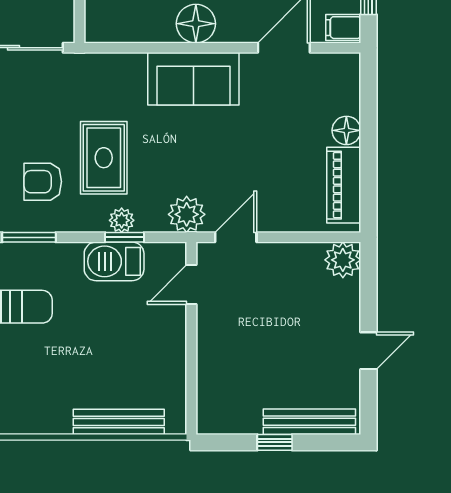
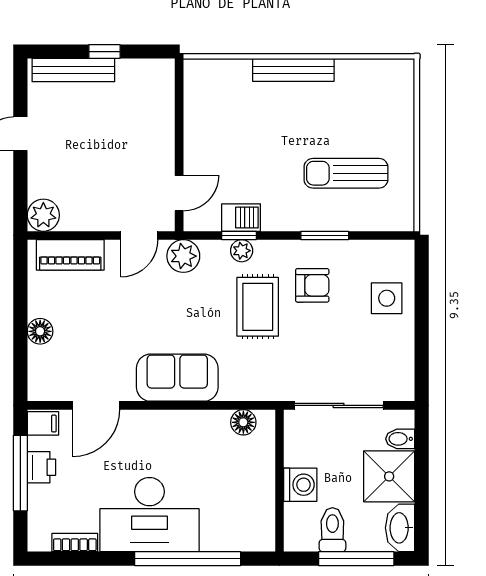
floor lamp: (196, 24) -> (243, 422), moved, width x0.73, depth x0.73
piano: (344, 185) -> (70, 255), moved, turned 90
barbecue: (114, 261) -> (241, 218), width x0.73, depth x0.79
bench: (119, 422) -> (293, 70), moved

